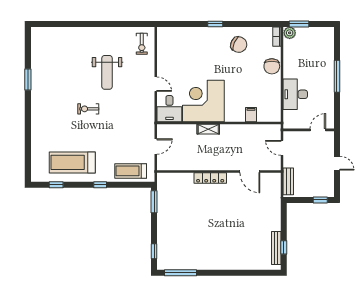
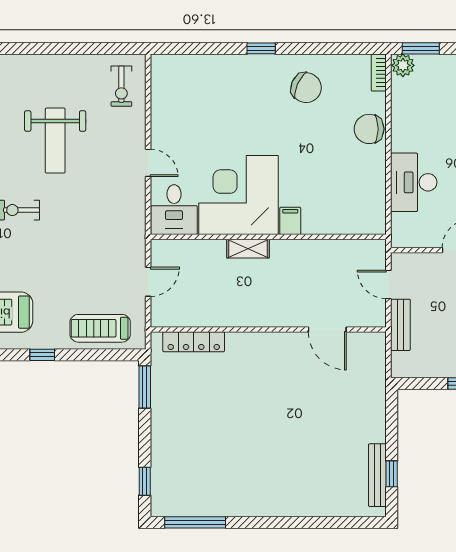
chair: (272, 66) -> (369, 129), turned 90
filing cabinet: (251, 115) -> (290, 221), moved
locker: (210, 178) -> (194, 342), moved
bench: (288, 181) -> (400, 325), moved

